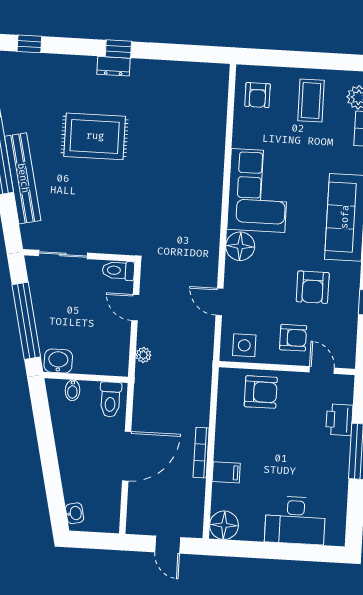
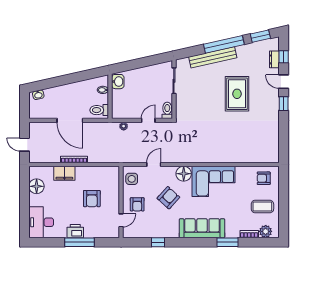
door: (77, 47) -> (284, 82), added
dresser: (114, 66) -> (274, 59), moved
armchair: (313, 287) -> (168, 198), moved, turned 132
window: (26, 321) -> (138, 64), removed
armchair: (261, 392) -> (92, 199), moved
printer: (339, 420) -> (75, 231), moved
filing cabinet: (226, 472) -> (64, 173), width x2.00
desk: (295, 520) -> (41, 222), moved
floor lamp: (224, 525) -> (37, 186), moved
door: (168, 545) -> (25, 145), hinge flipped

